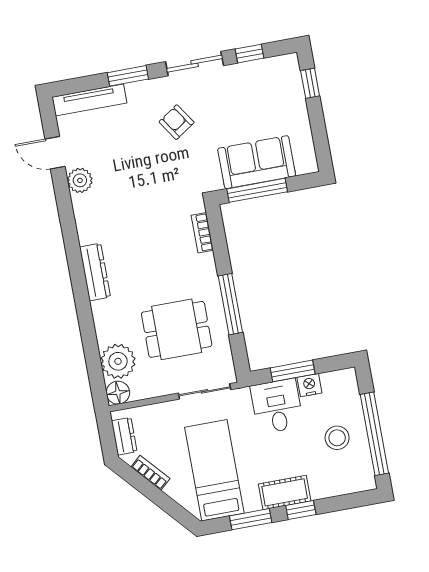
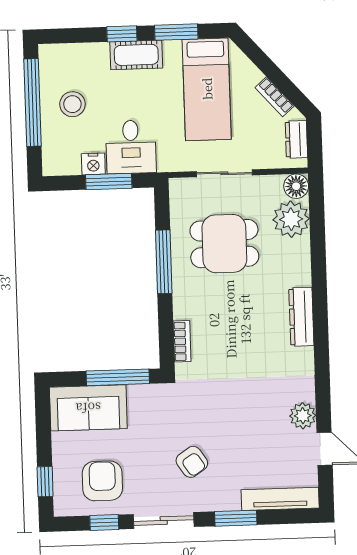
armchair: (257, 92) -> (102, 481), added
sofa: (257, 162) -> (88, 408), moved
sliding door: (205, 391) -> (224, 173), moved

